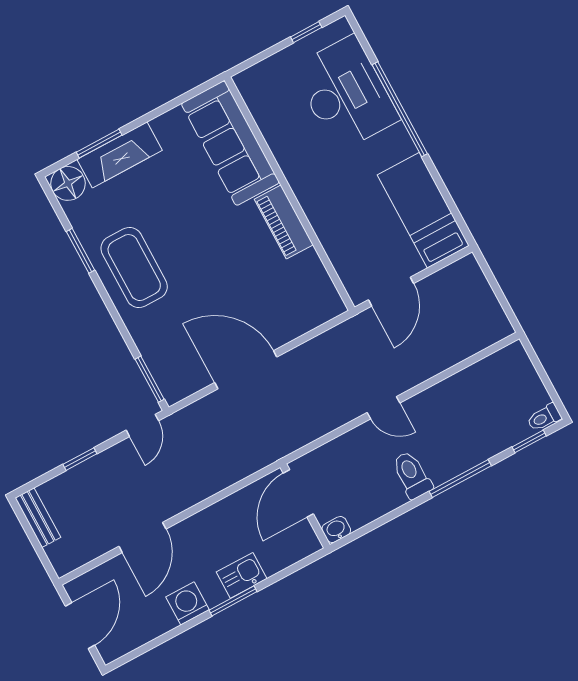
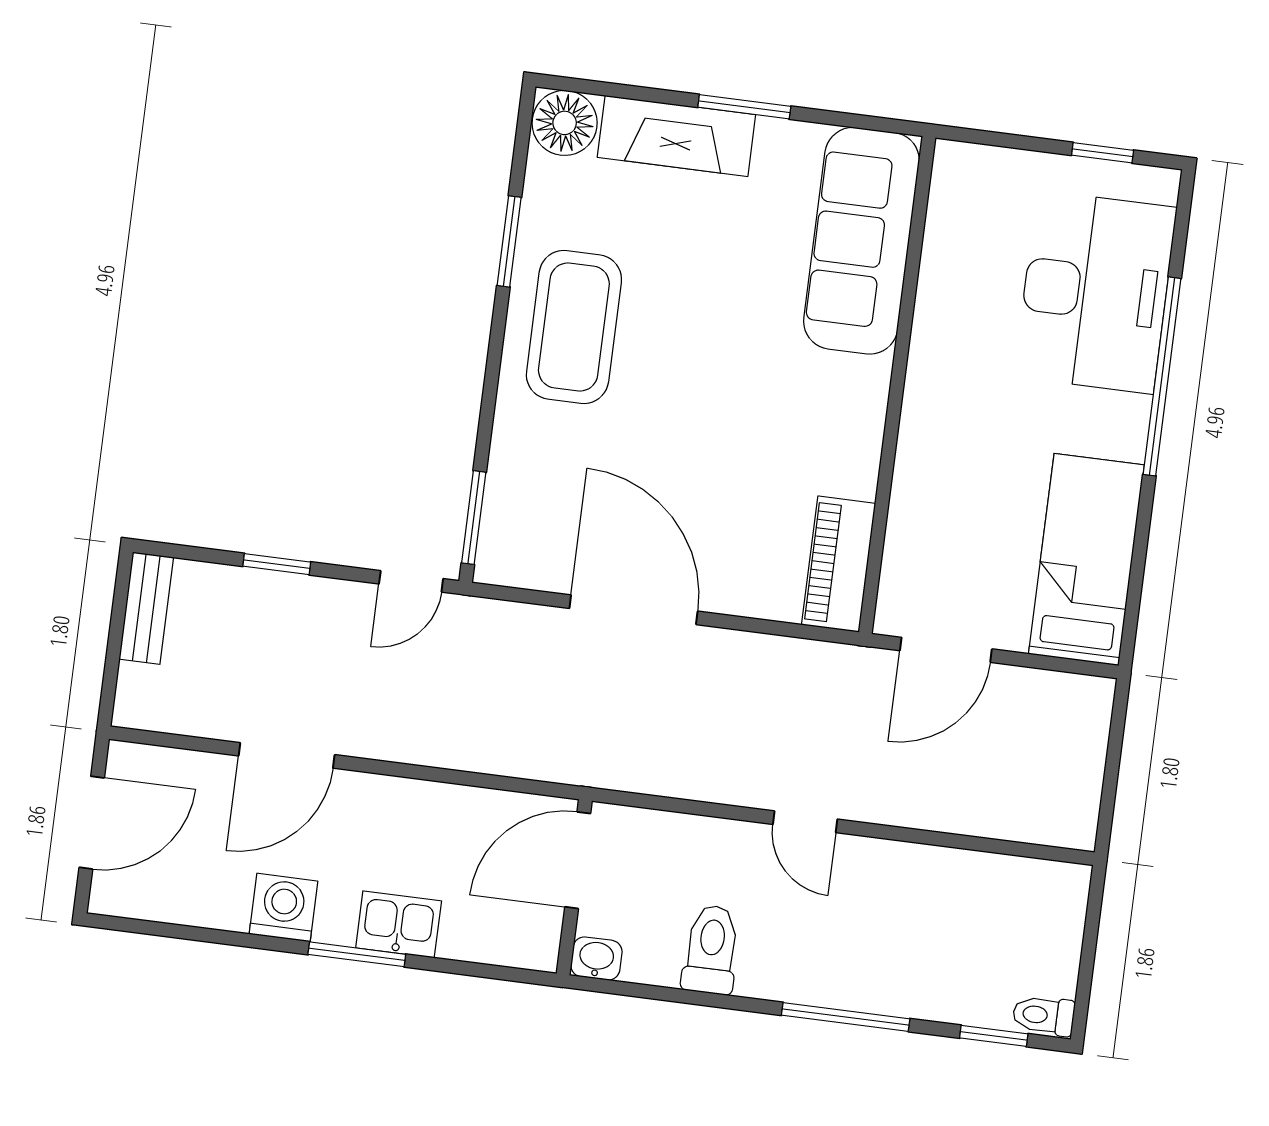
window: (99, 144) -> (744, 107), moved
piano: (284, 222) -> (839, 564), moved
toilet: (412, 475) -> (711, 950), moved

